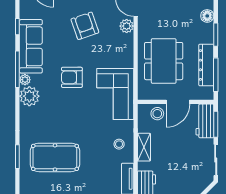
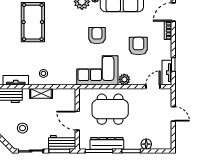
armchair: (85, 26) -> (138, 46), turned -71
plant: (127, 26) -> (124, 79), moved
corner sofa: (115, 94) -> (97, 70), moved
stool: (157, 114) -> (22, 128), moved

